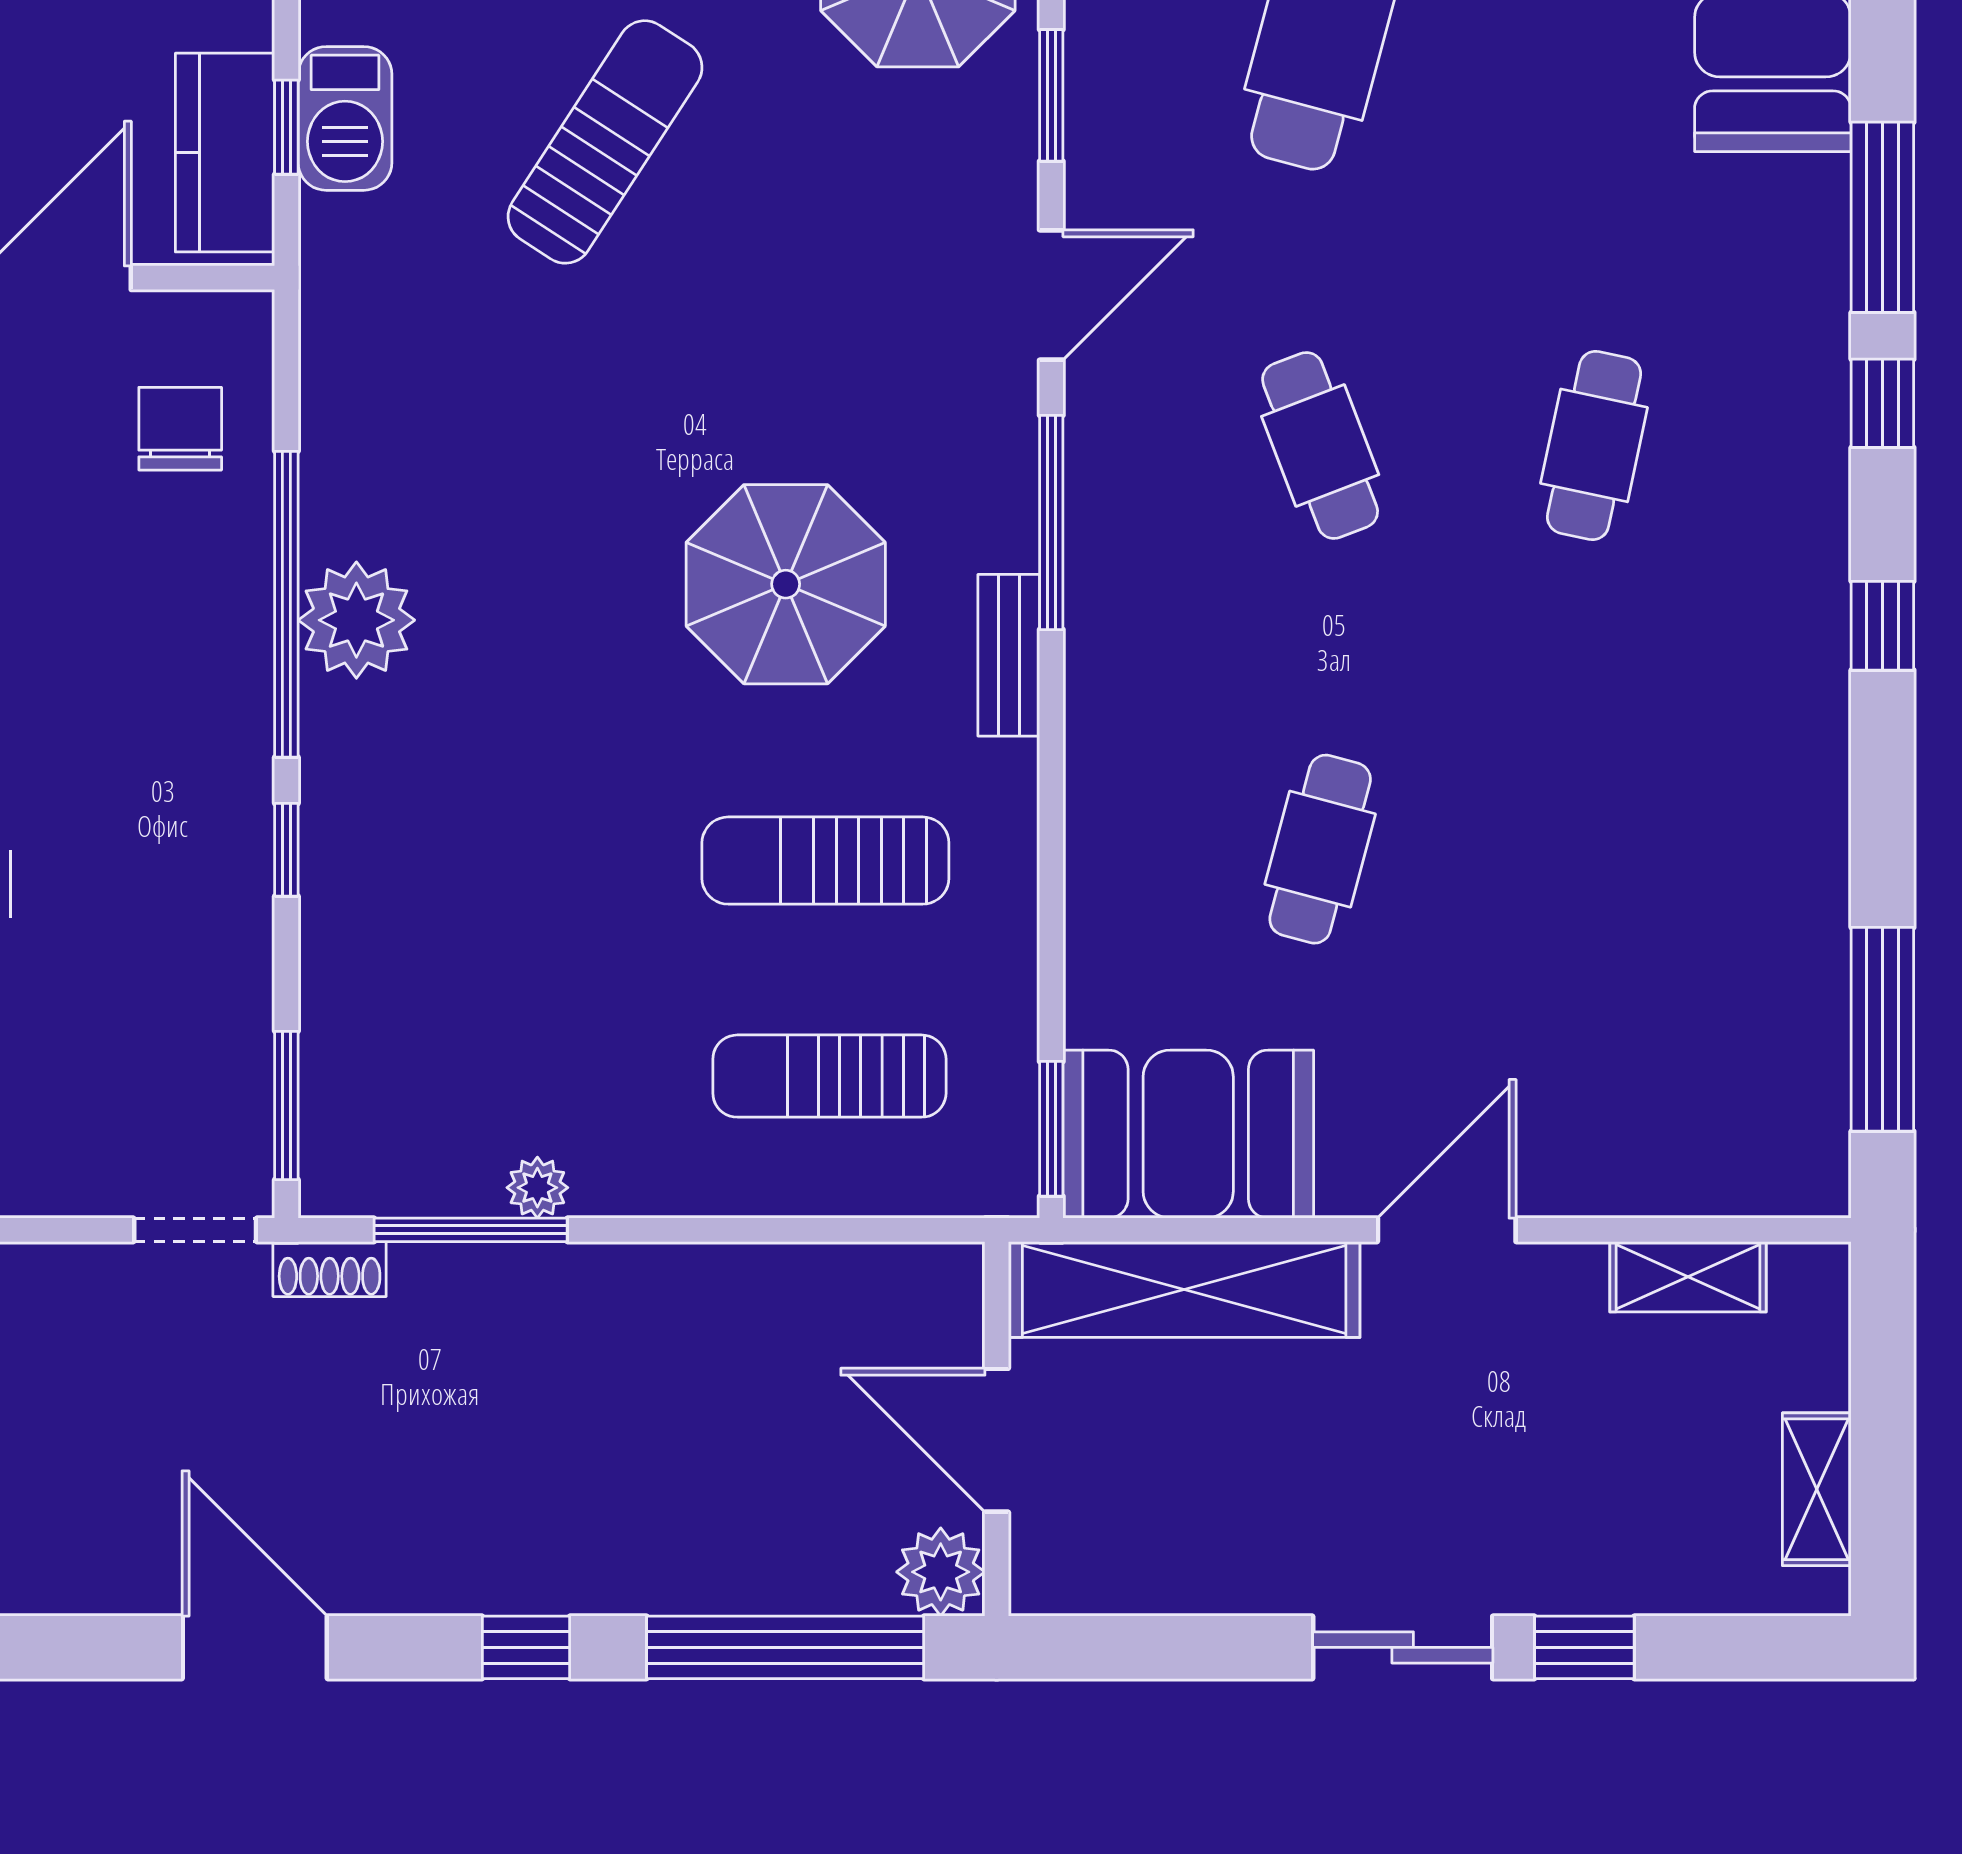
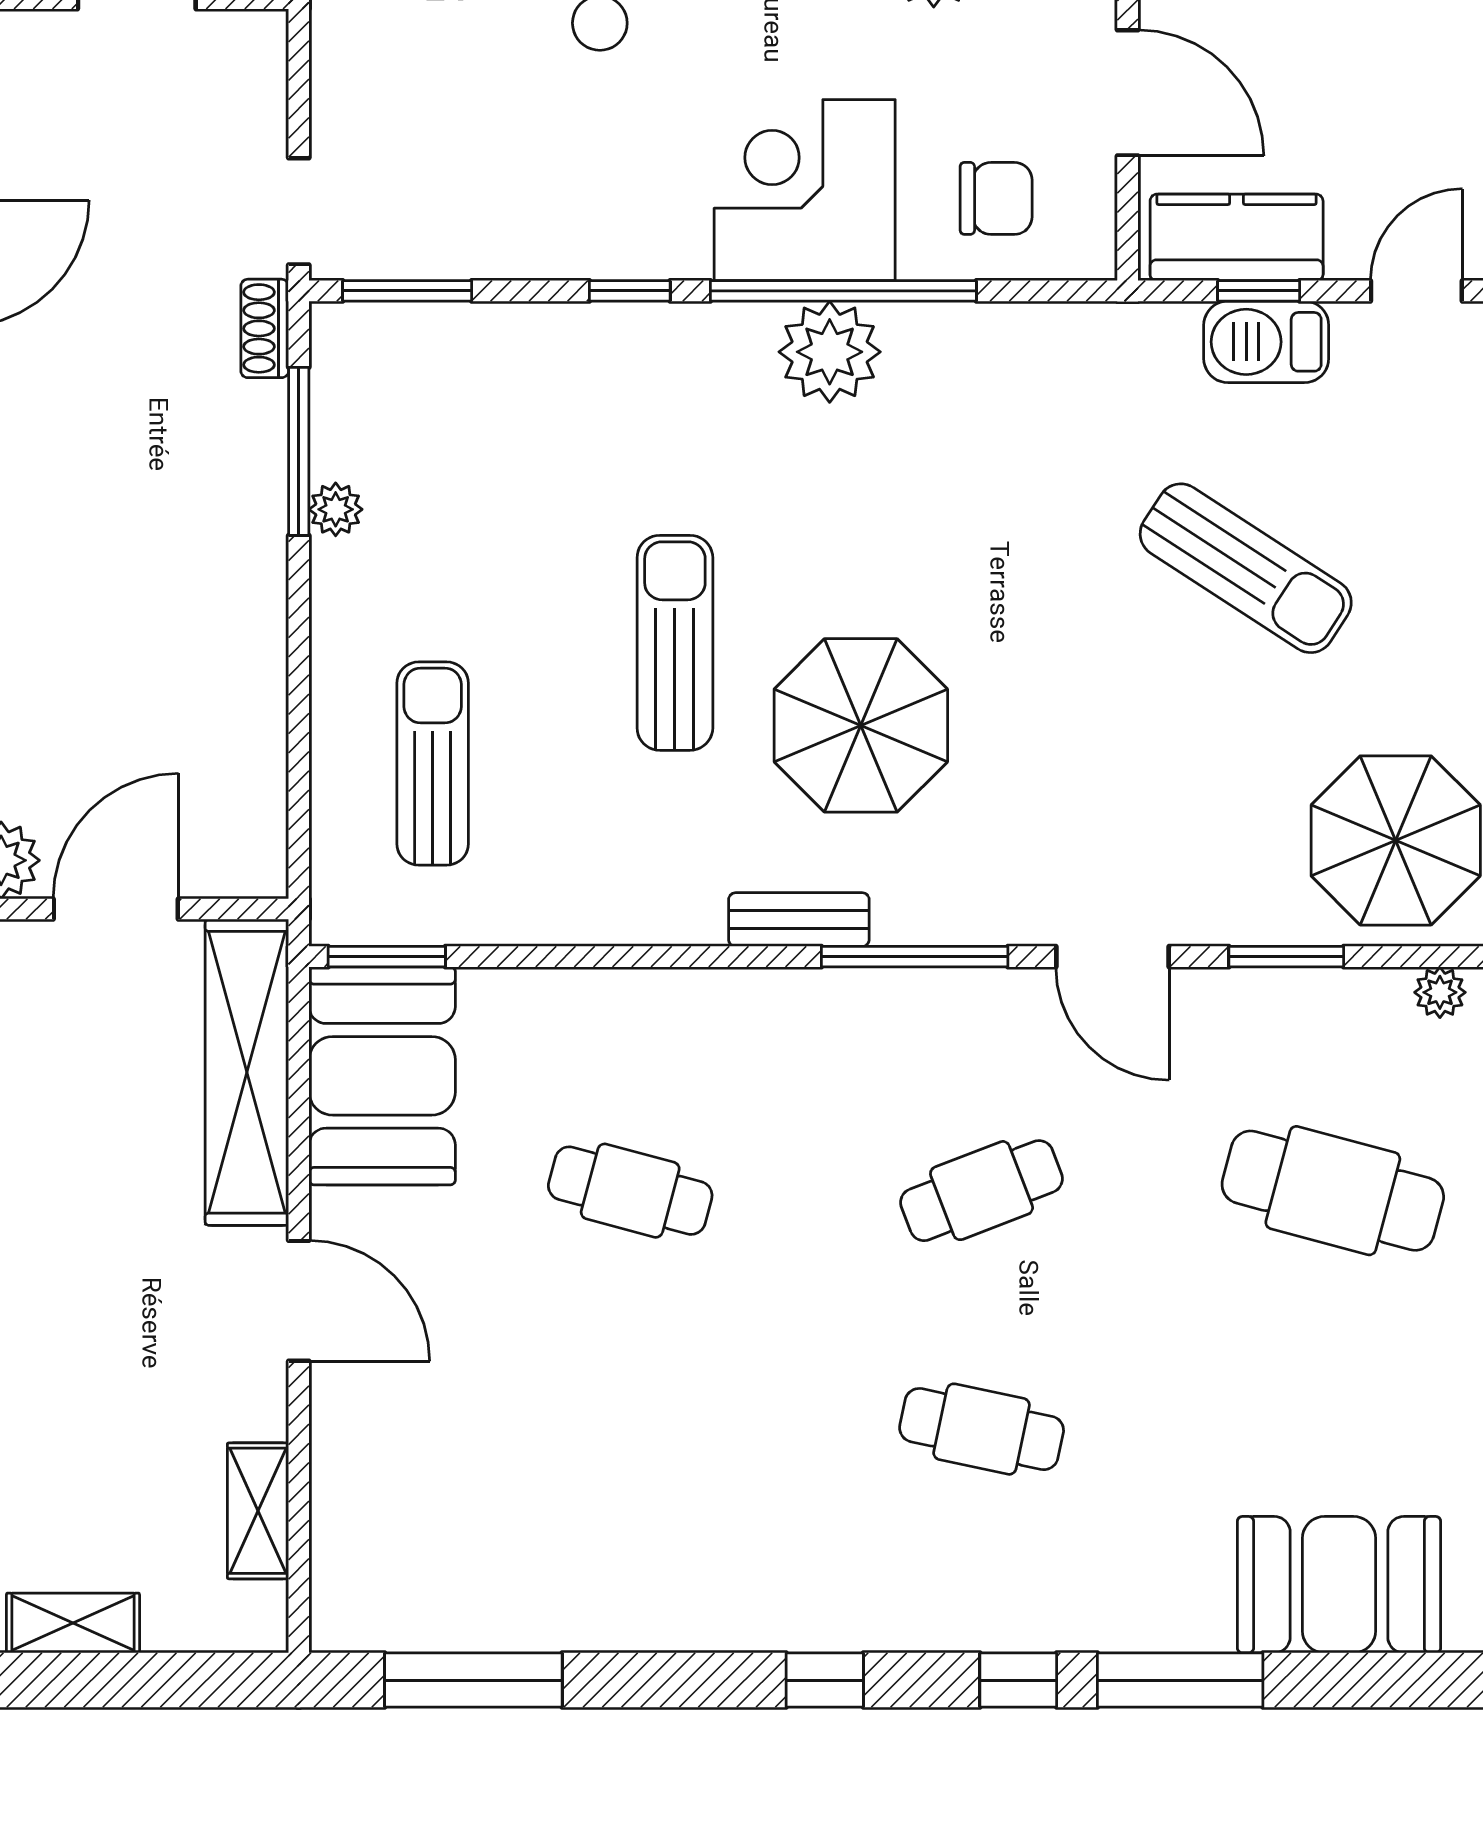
corner desk: (171, 649) -> (805, 190), added
sun lounger: (825, 861) -> (675, 643), moved

